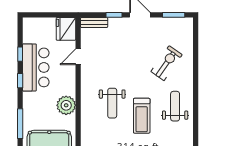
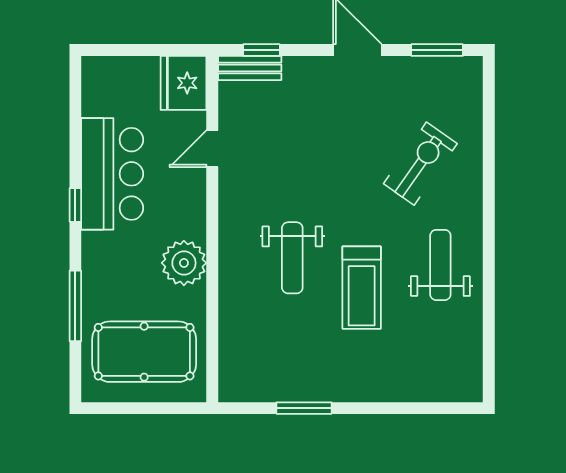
window: (114, 15) -> (261, 50), moved
window: (20, 54) -> (75, 142), removed

